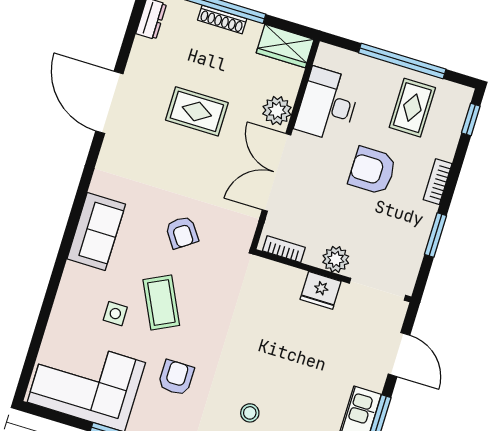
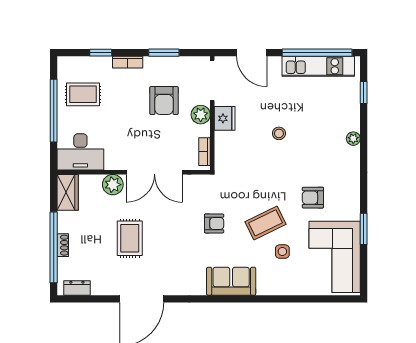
shoe rack: (222, 19) -> (63, 245), width x0.70
desk: (328, 105) -> (80, 152), moved
window: (471, 120) -> (101, 53), moved
armchair: (372, 171) -> (164, 101), moved
armchair: (182, 232) -> (214, 223), turned 35
door: (399, 355) -> (252, 53), swing flipped
stool: (250, 413) -> (279, 133), moved

